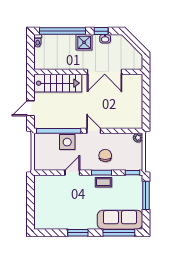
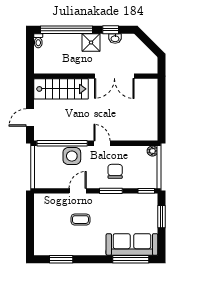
coffee table: (103, 182) -> (80, 220), moved
window: (146, 195) -> (162, 217), width x0.69
window: (78, 233) -> (61, 259), moved

